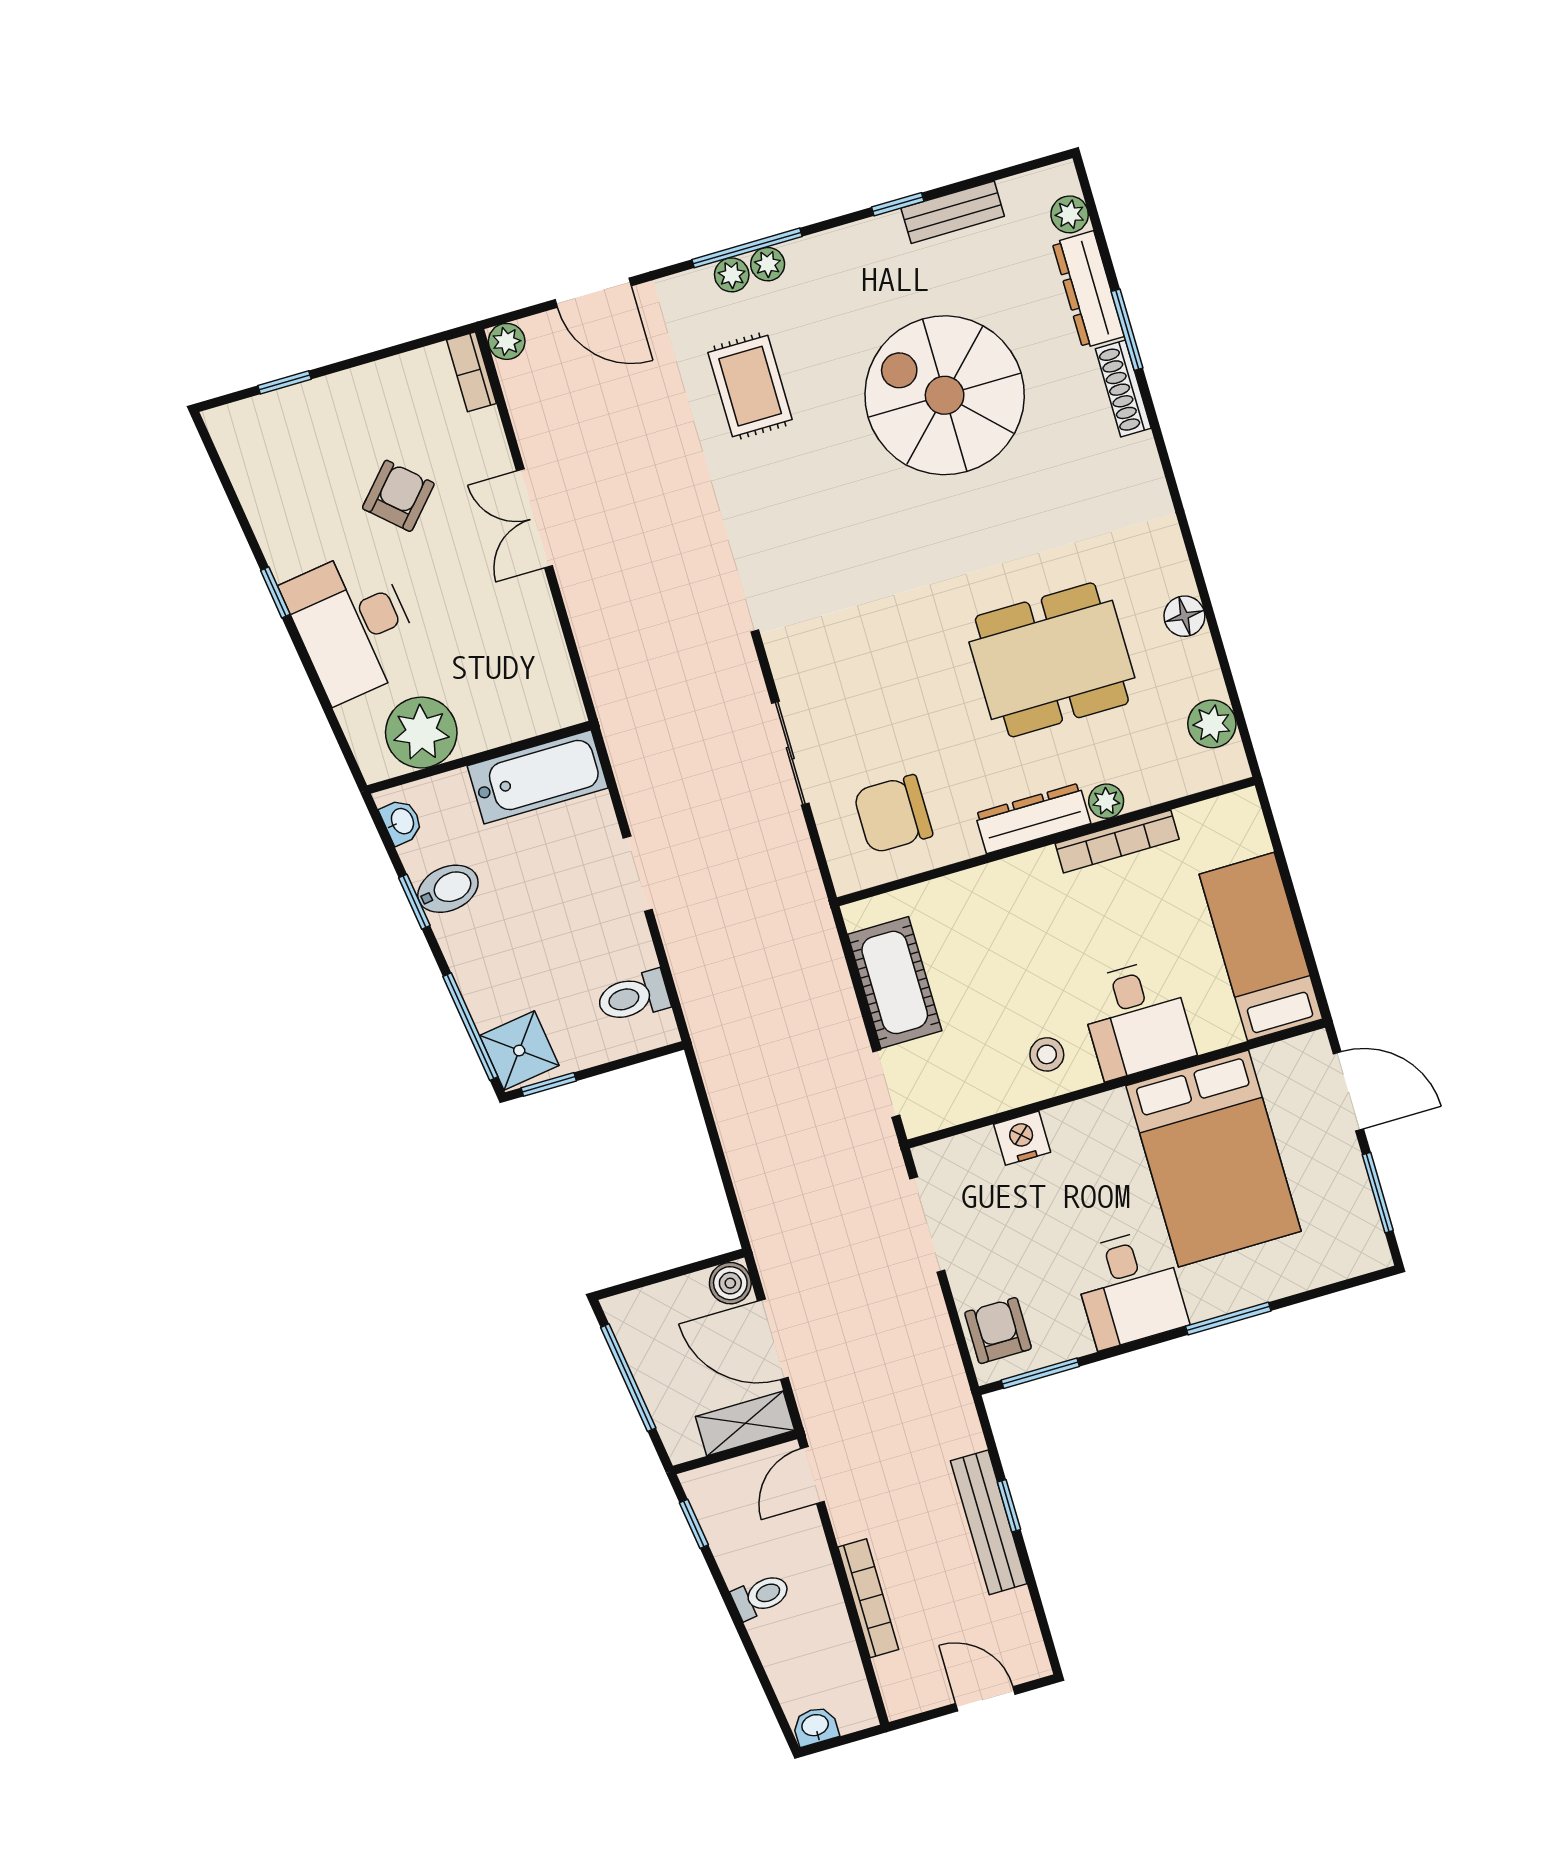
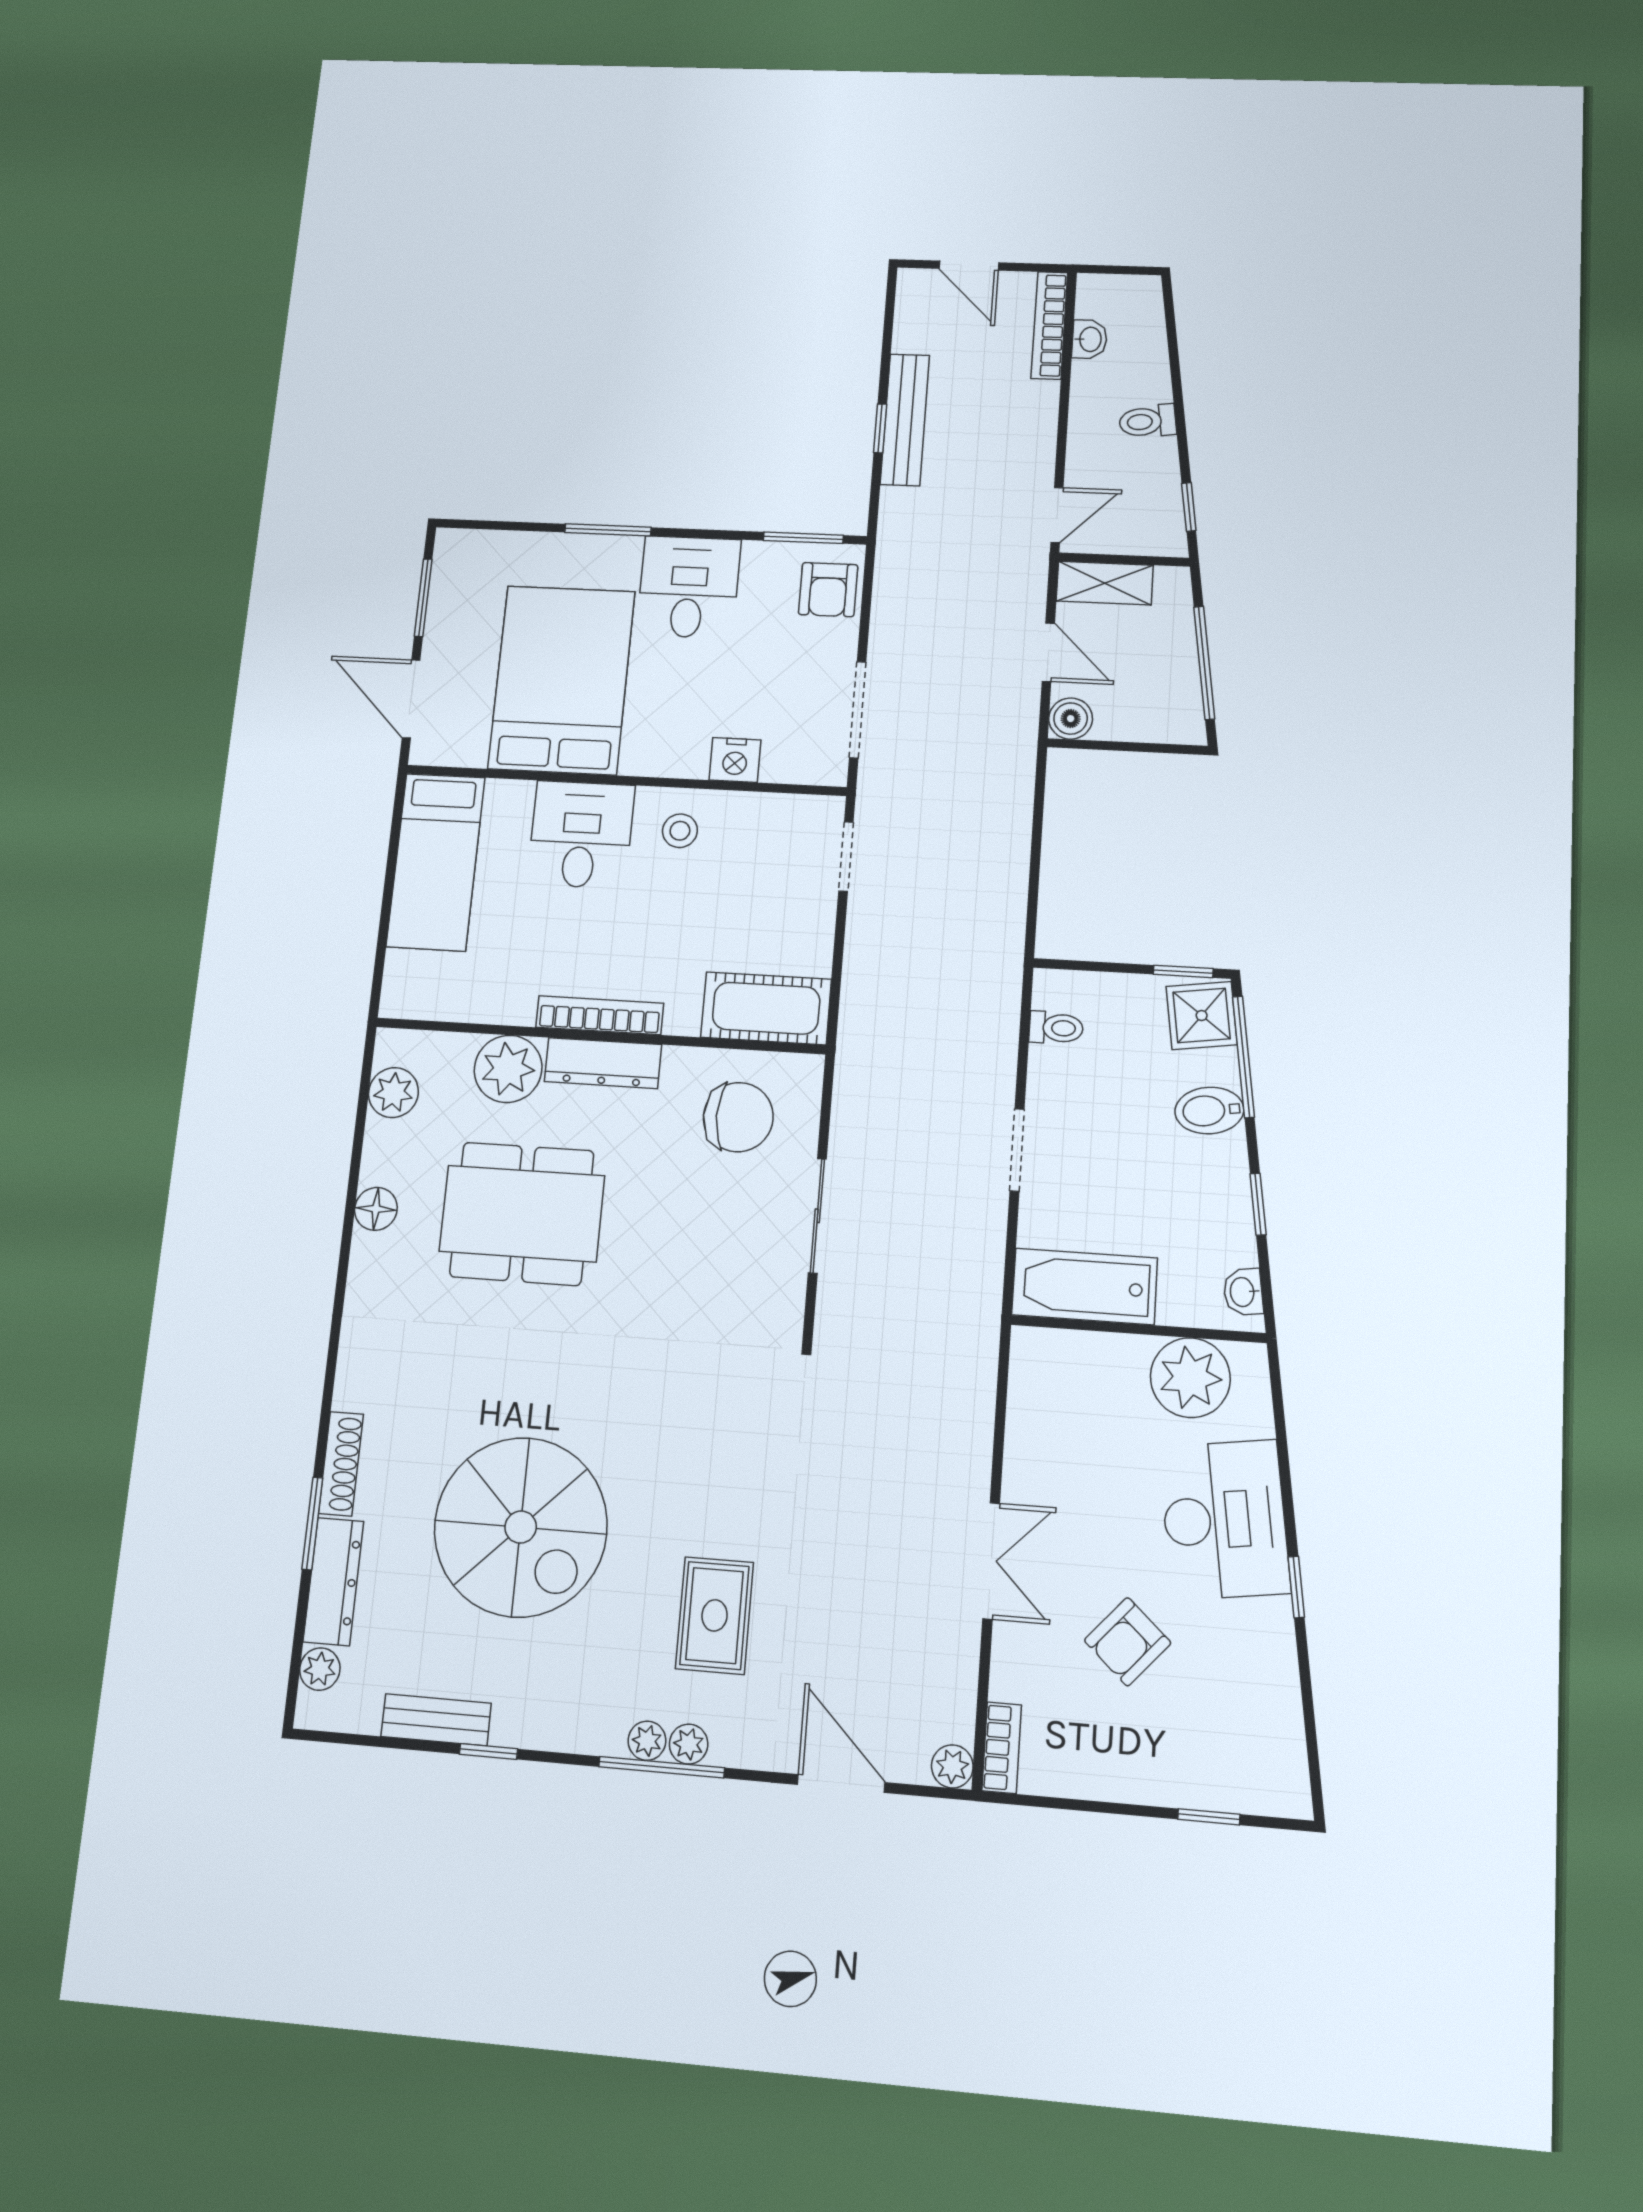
plant: (1106, 801) -> (508, 1069), width x1.88, depth x1.88
bookcase: (1117, 841) -> (600, 1015), moved
bidet: (448, 889) -> (1209, 1111), moved
cot: (895, 982) -> (766, 1008), moved, turned 90
toilet: (633, 997) -> (1056, 1028), width x0.73, depth x0.72
door: (773, 1339) -> (1048, 652), width x0.73
bookcase: (868, 1598) -> (1049, 325), moved
washbasin: (815, 1726) -> (1089, 339), moved, turned -90

